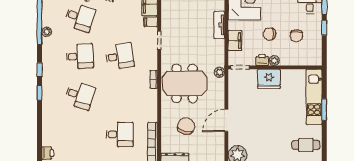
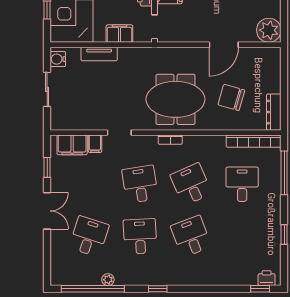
plant: (219, 72) -> (161, 54), removed
meeting table: (185, 83) -> (175, 99), turned 90
window: (40, 93) -> (260, 289), moved
desk: (80, 95) -> (191, 236), turned -39
desk: (120, 95) -> (191, 184), added
door: (226, 120) -> (224, 45), hinge flipped

